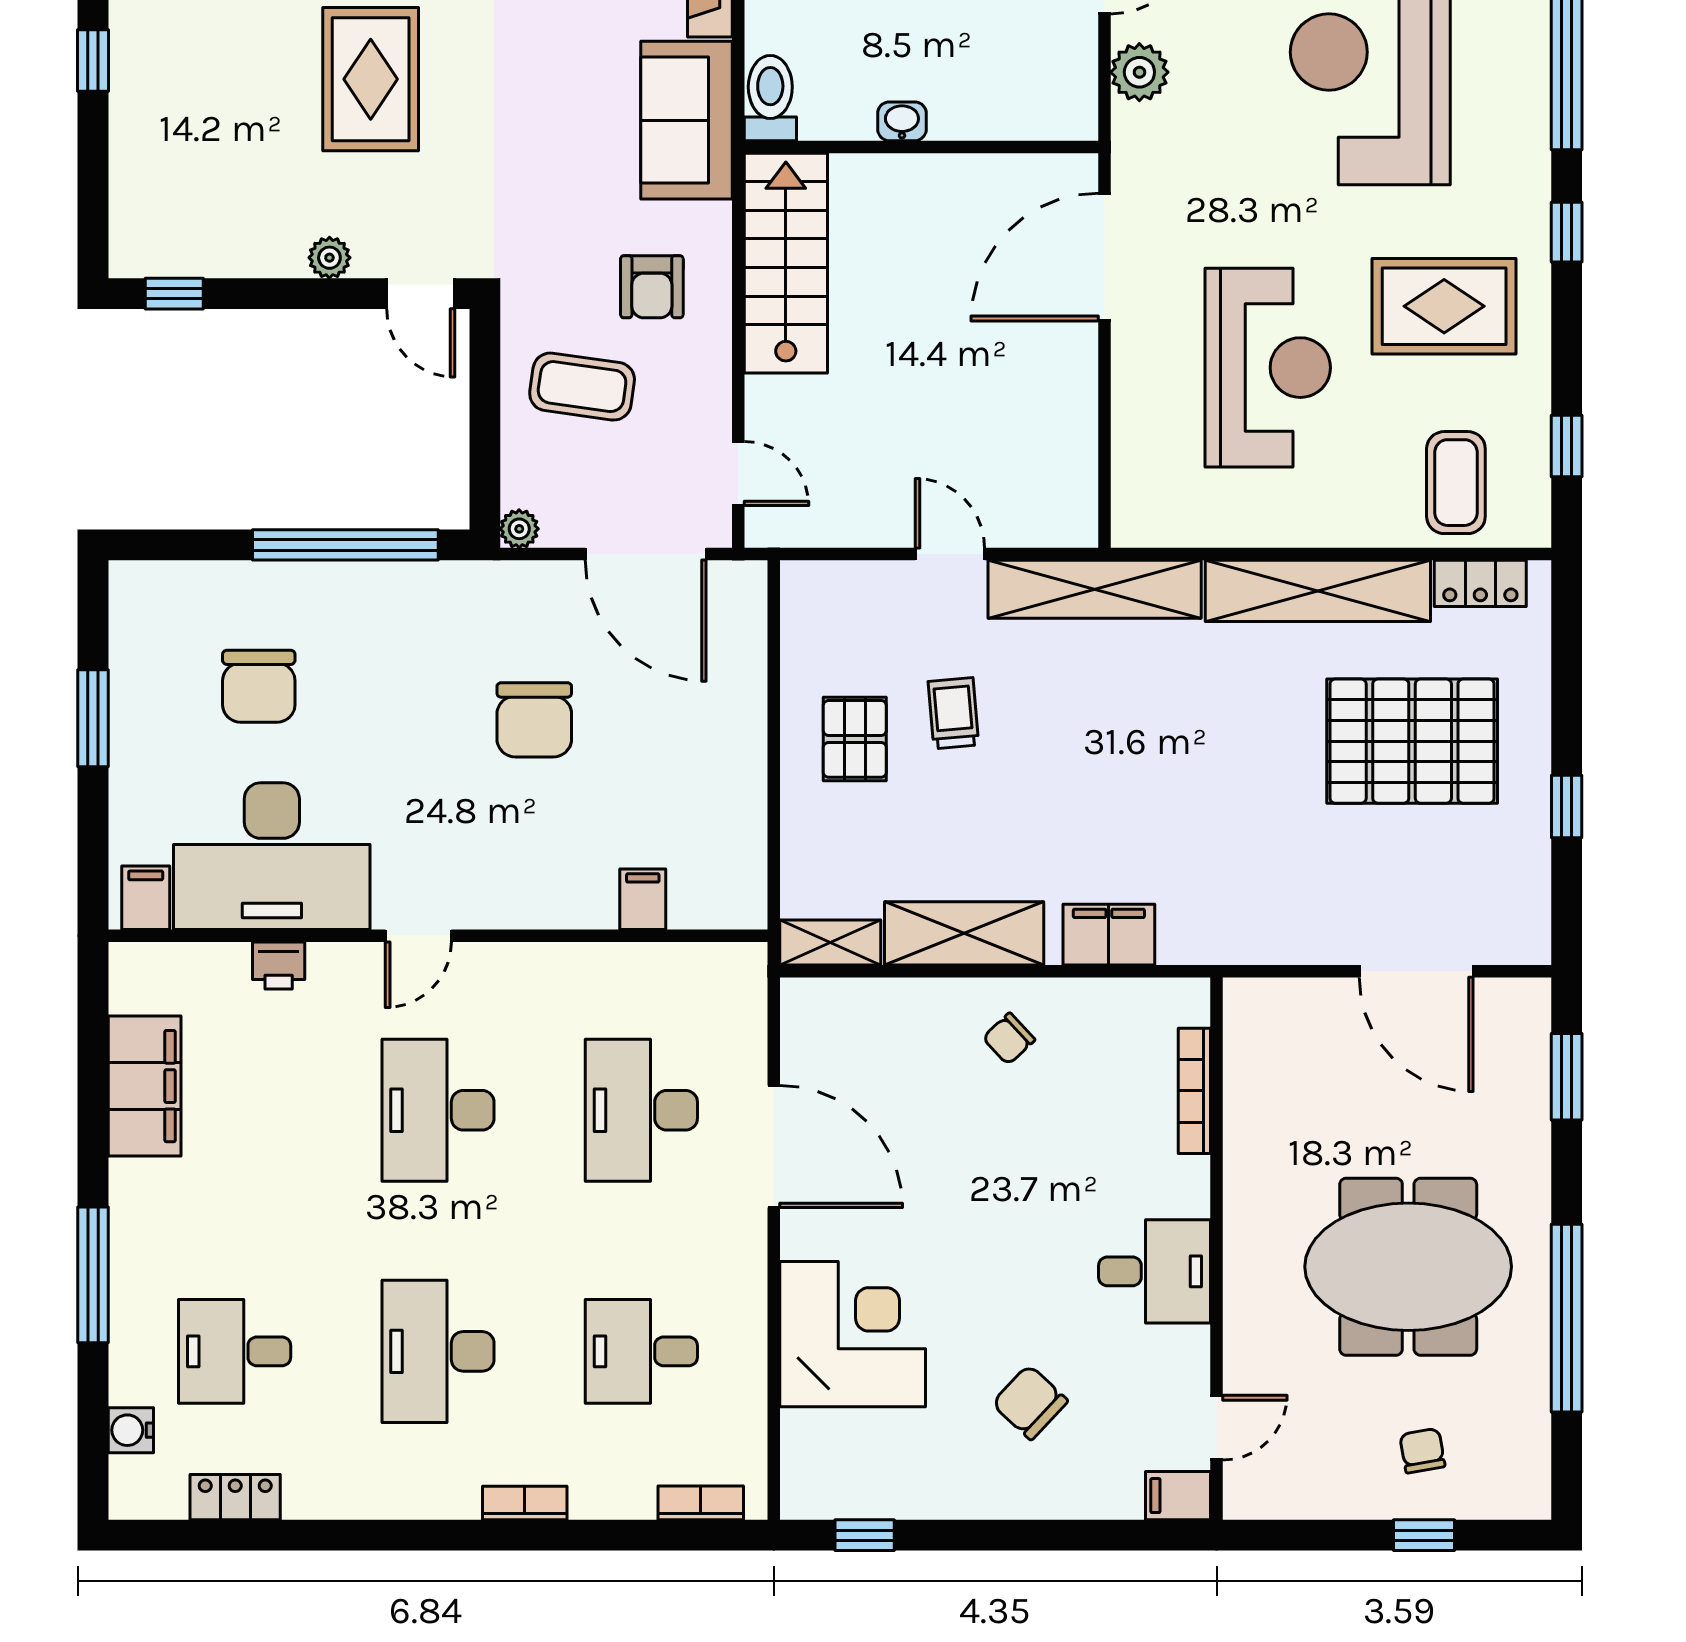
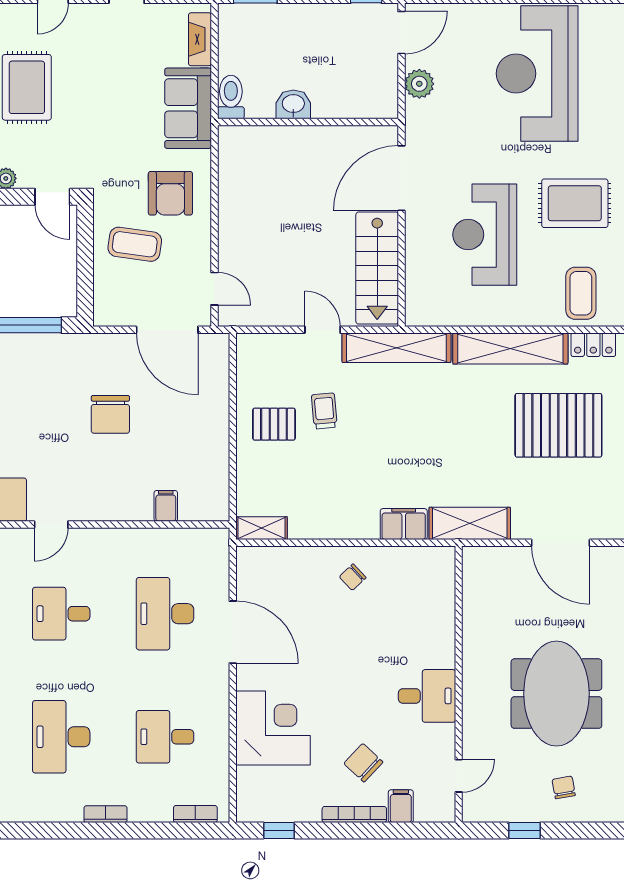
washbasin: (902, 121) -> (293, 104), width x1.38, depth x1.45
stairs: (786, 263) -> (377, 268), moved, turned 180
armchair: (652, 287) -> (170, 193), width x1.38, depth x1.38
reception desk: (1268, 368) -> (485, 235), turned 180
plant: (519, 529) -> (103, 317), removed
pallet: (855, 739) -> (274, 424), turned 90
shelving: (964, 933) -> (470, 523), moved
bookcase: (1194, 1091) -> (354, 815), moved, turned 90
desk: (438, 1110) -> (61, 614), width x0.73
meeting table: (1408, 1267) -> (556, 694), turned 90
filing cabinet: (1178, 1496) -> (401, 806), moved, turned 90
window: (1424, 1535) -> (524, 831), moved

